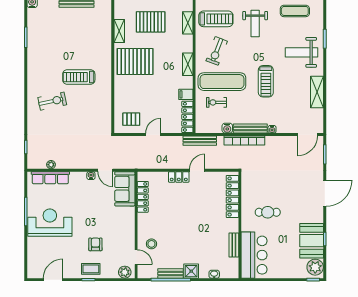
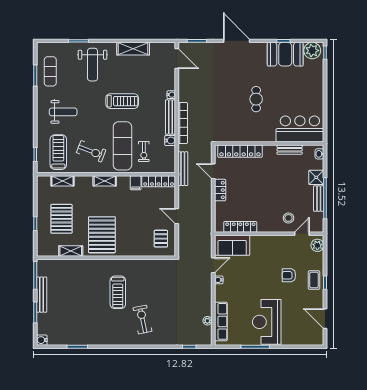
locker: (232, 196) -> (240, 151), moved
wall: (240, 225) -> (269, 144), moved
bench: (234, 245) -> (290, 150), moved
bar counter: (254, 255) -> (300, 129), moved

